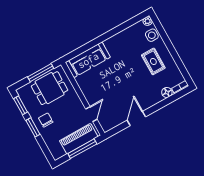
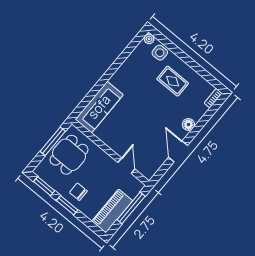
floor lamp: (167, 92) -> (188, 125), moved
piano: (79, 139) -> (112, 211), moved

